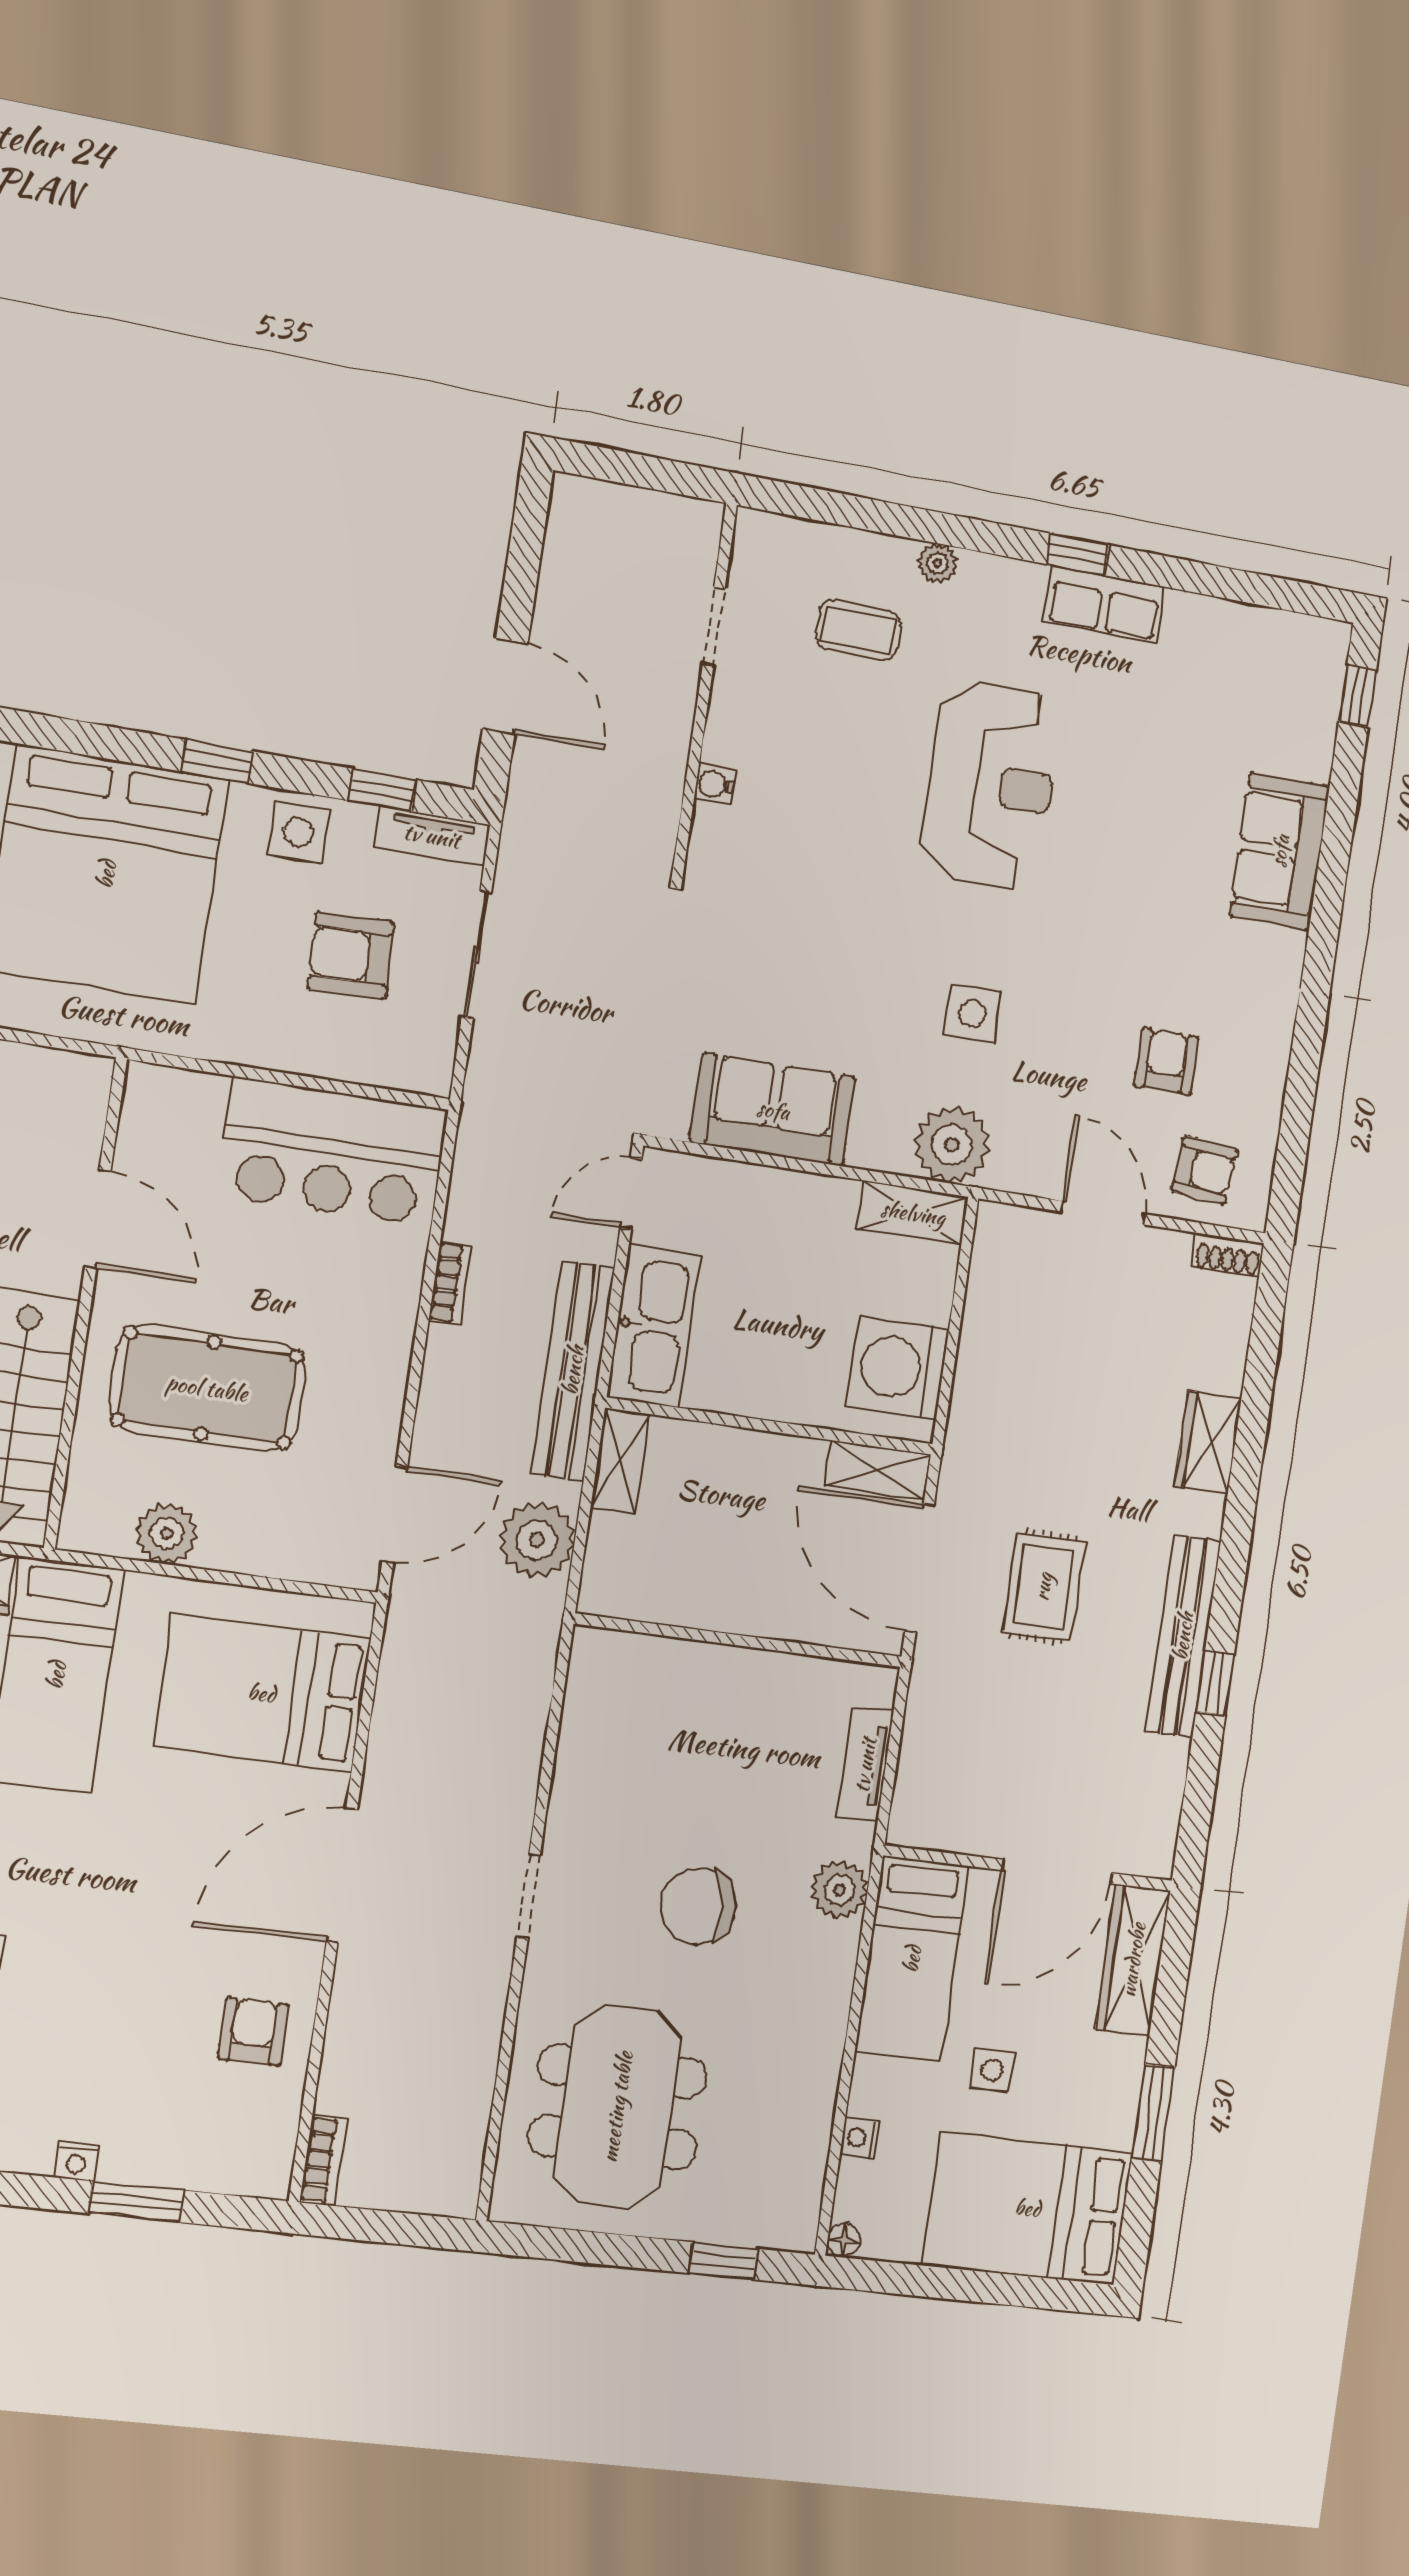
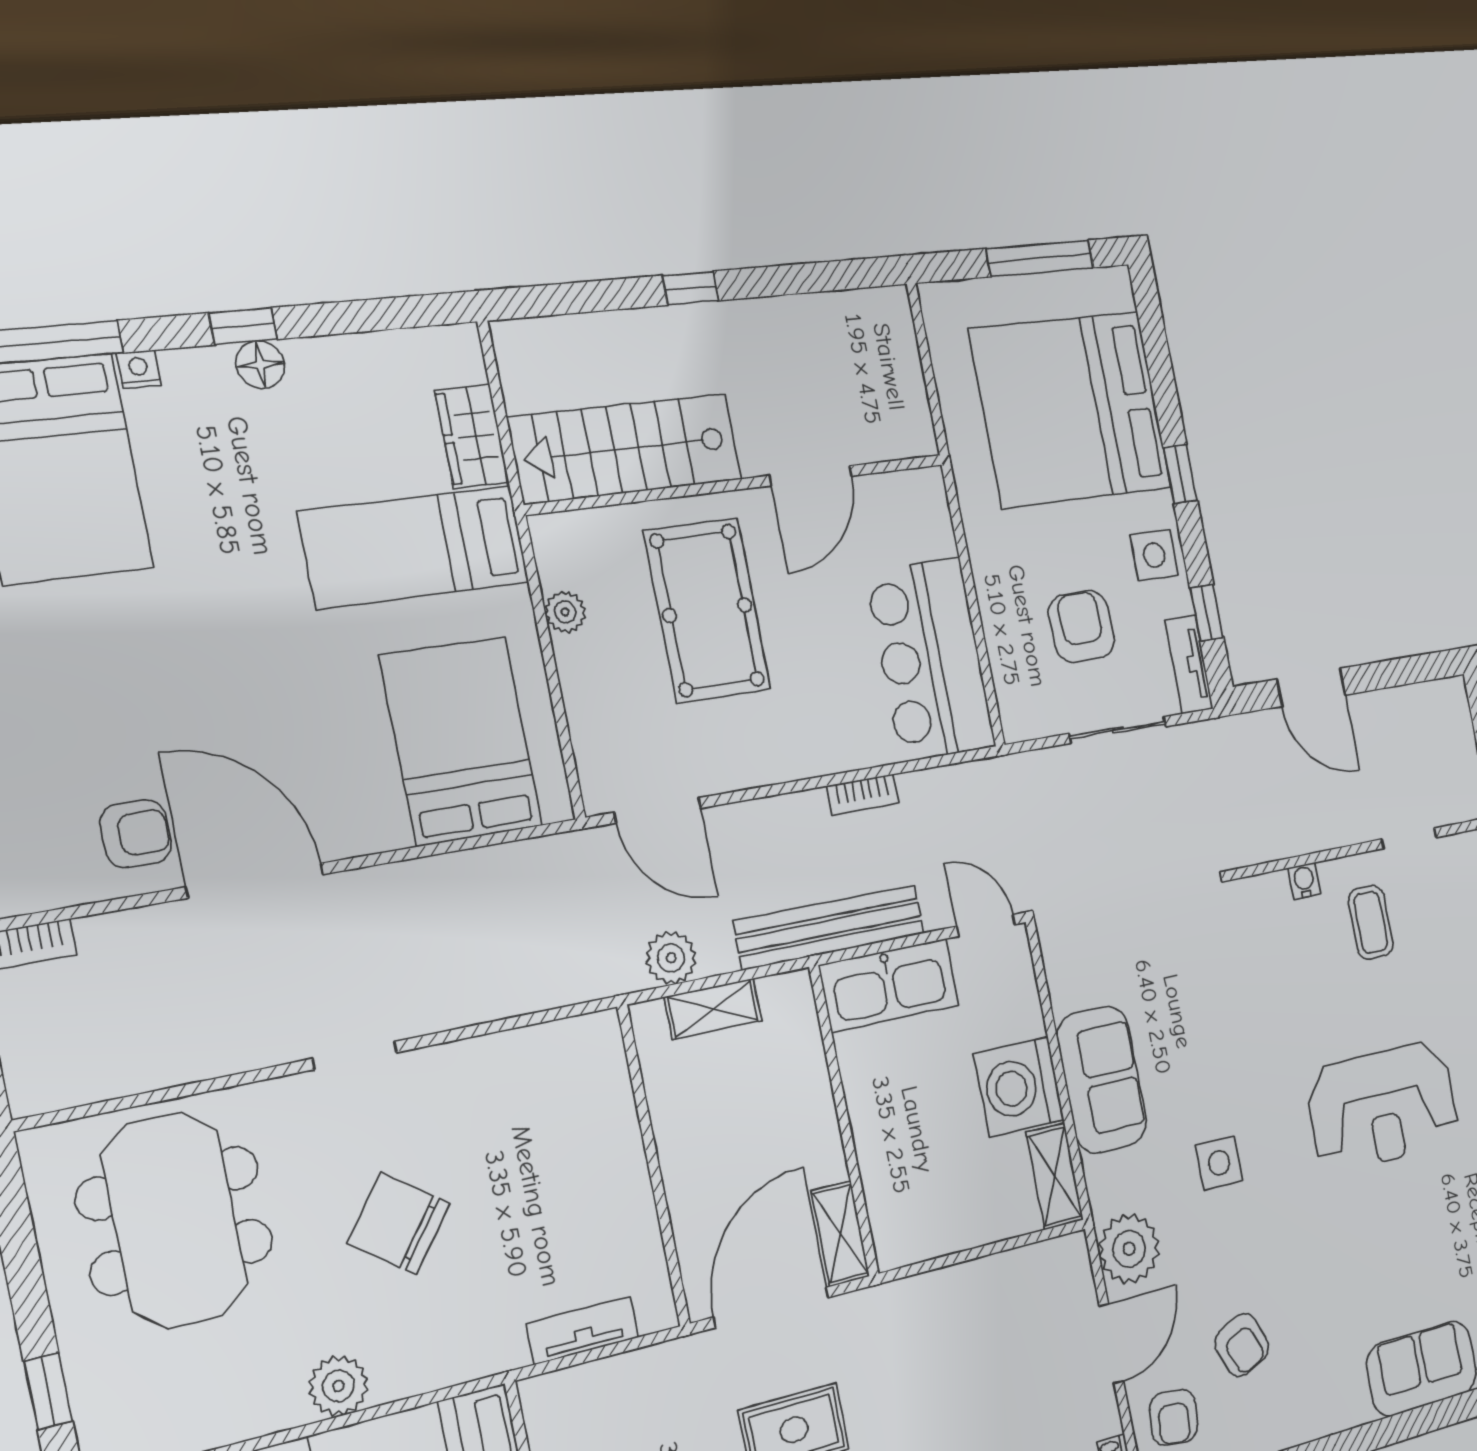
coffee table: (858, 630) -> (1371, 922), moved
door: (505, 686) -> (1311, 687), hinge flipped
armchair: (1166, 1061) -> (1242, 1345), turned 67
sofa: (773, 1110) -> (1102, 1080), moved
plant: (952, 1145) -> (1129, 1249), moved
washing machine: (898, 1368) -> (1019, 1087), moved, turned -90
shelving: (620, 1461) -> (713, 1009), moved
plant: (166, 1533) -> (565, 612), width x0.73, depth x0.73
plant: (537, 1540) -> (671, 958), width x0.73, depth x0.73
door: (342, 1875) -> (255, 881), moved
plant: (839, 1890) -> (338, 1386), moved
chair: (698, 1906) -> (399, 1223), turned -47
meeting table: (617, 2107) -> (175, 1220), turned 90

